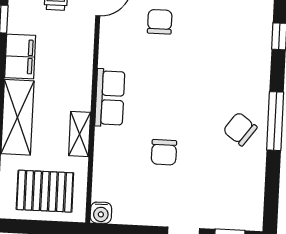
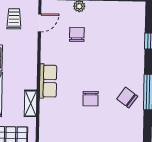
chair: (164, 152) -> (91, 99), moved

